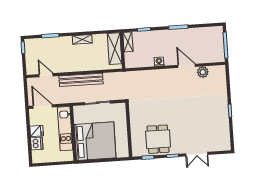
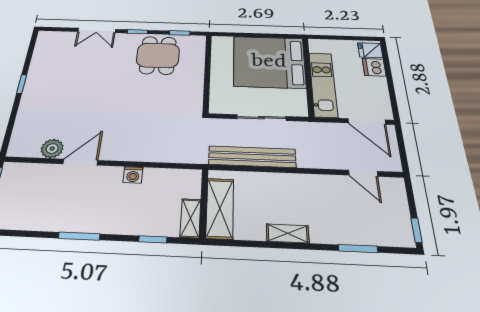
door: (187, 66) -> (80, 162), swing flipped
bench: (81, 80) -> (252, 157), moved
fridge: (37, 131) -> (370, 50), moved
double door: (197, 154) -> (97, 30), swing flipped

